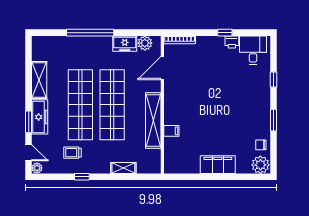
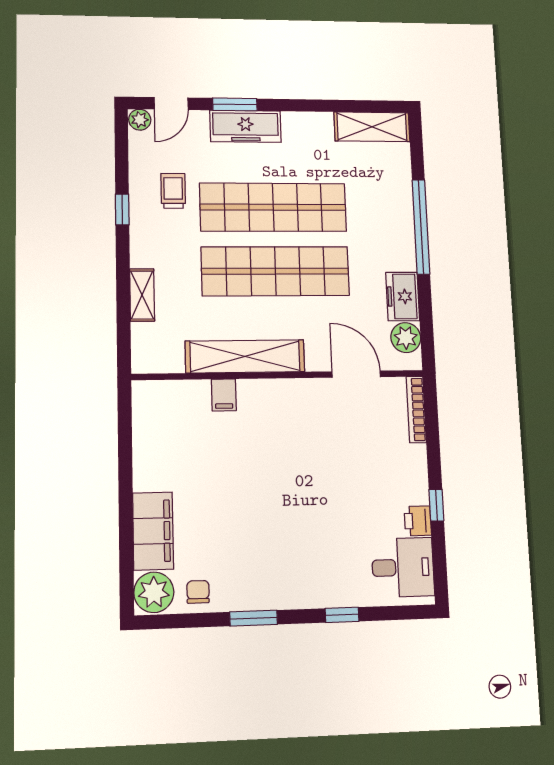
shelving: (39, 80) -> (372, 127), moved
filing cabinet: (218, 165) -> (153, 531), moved

